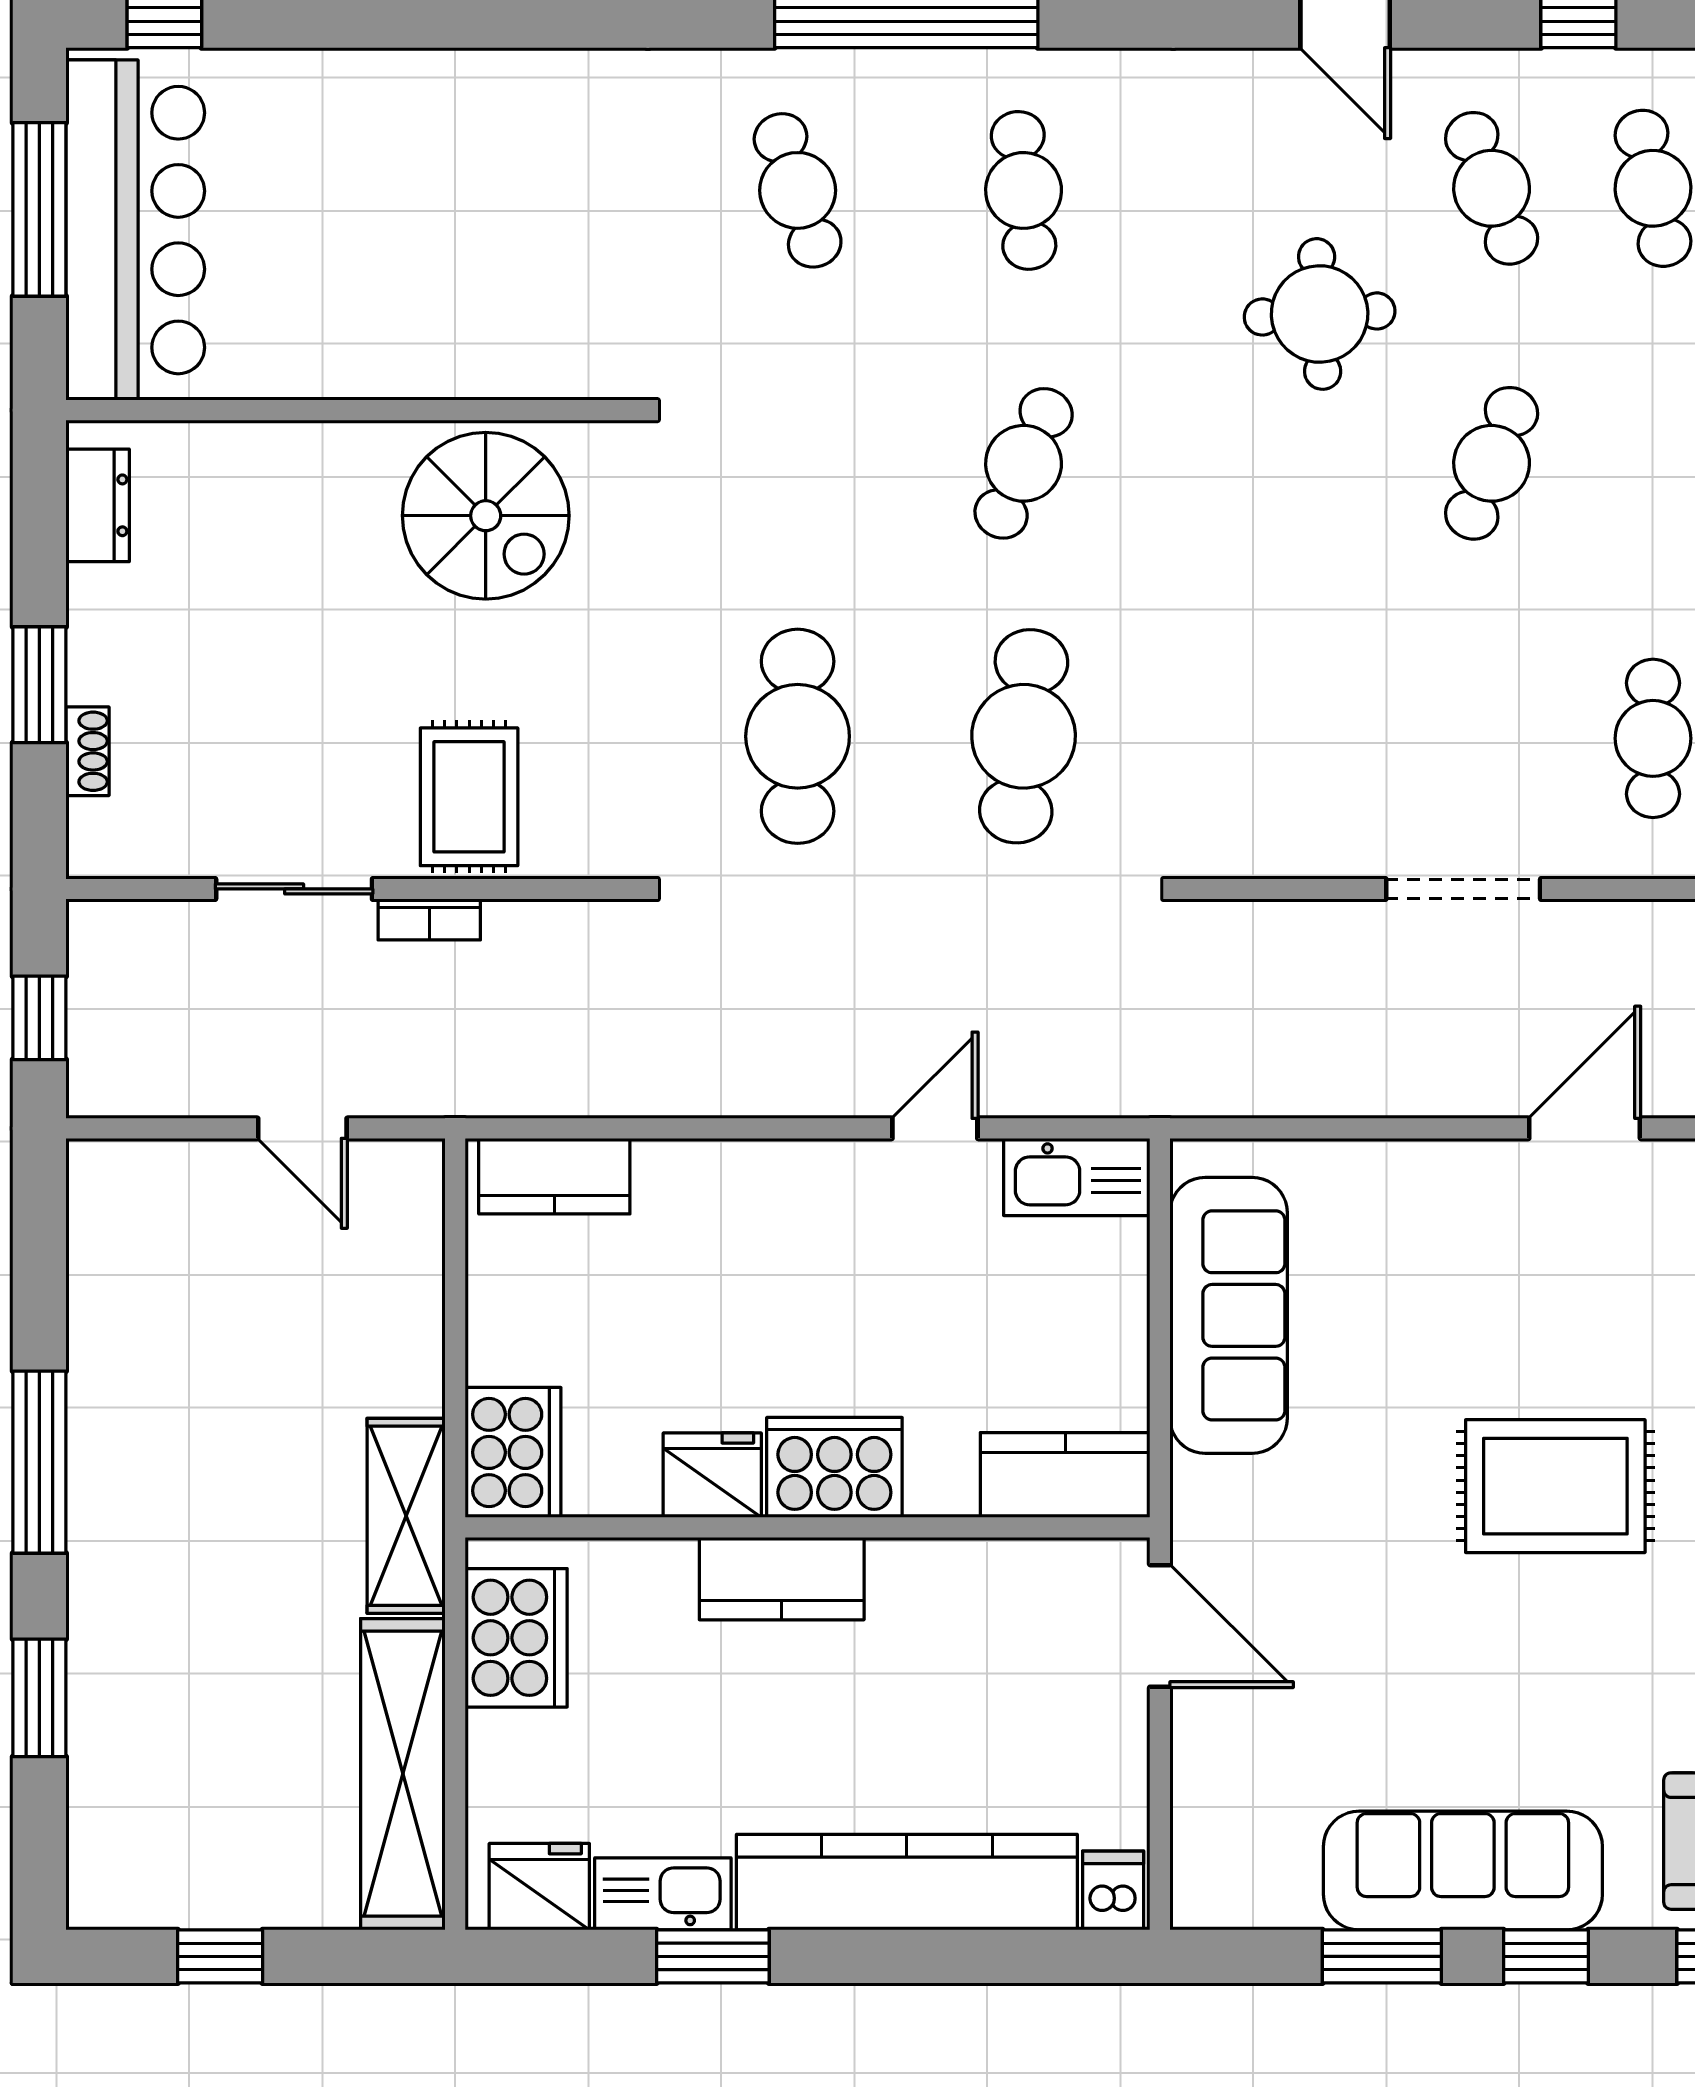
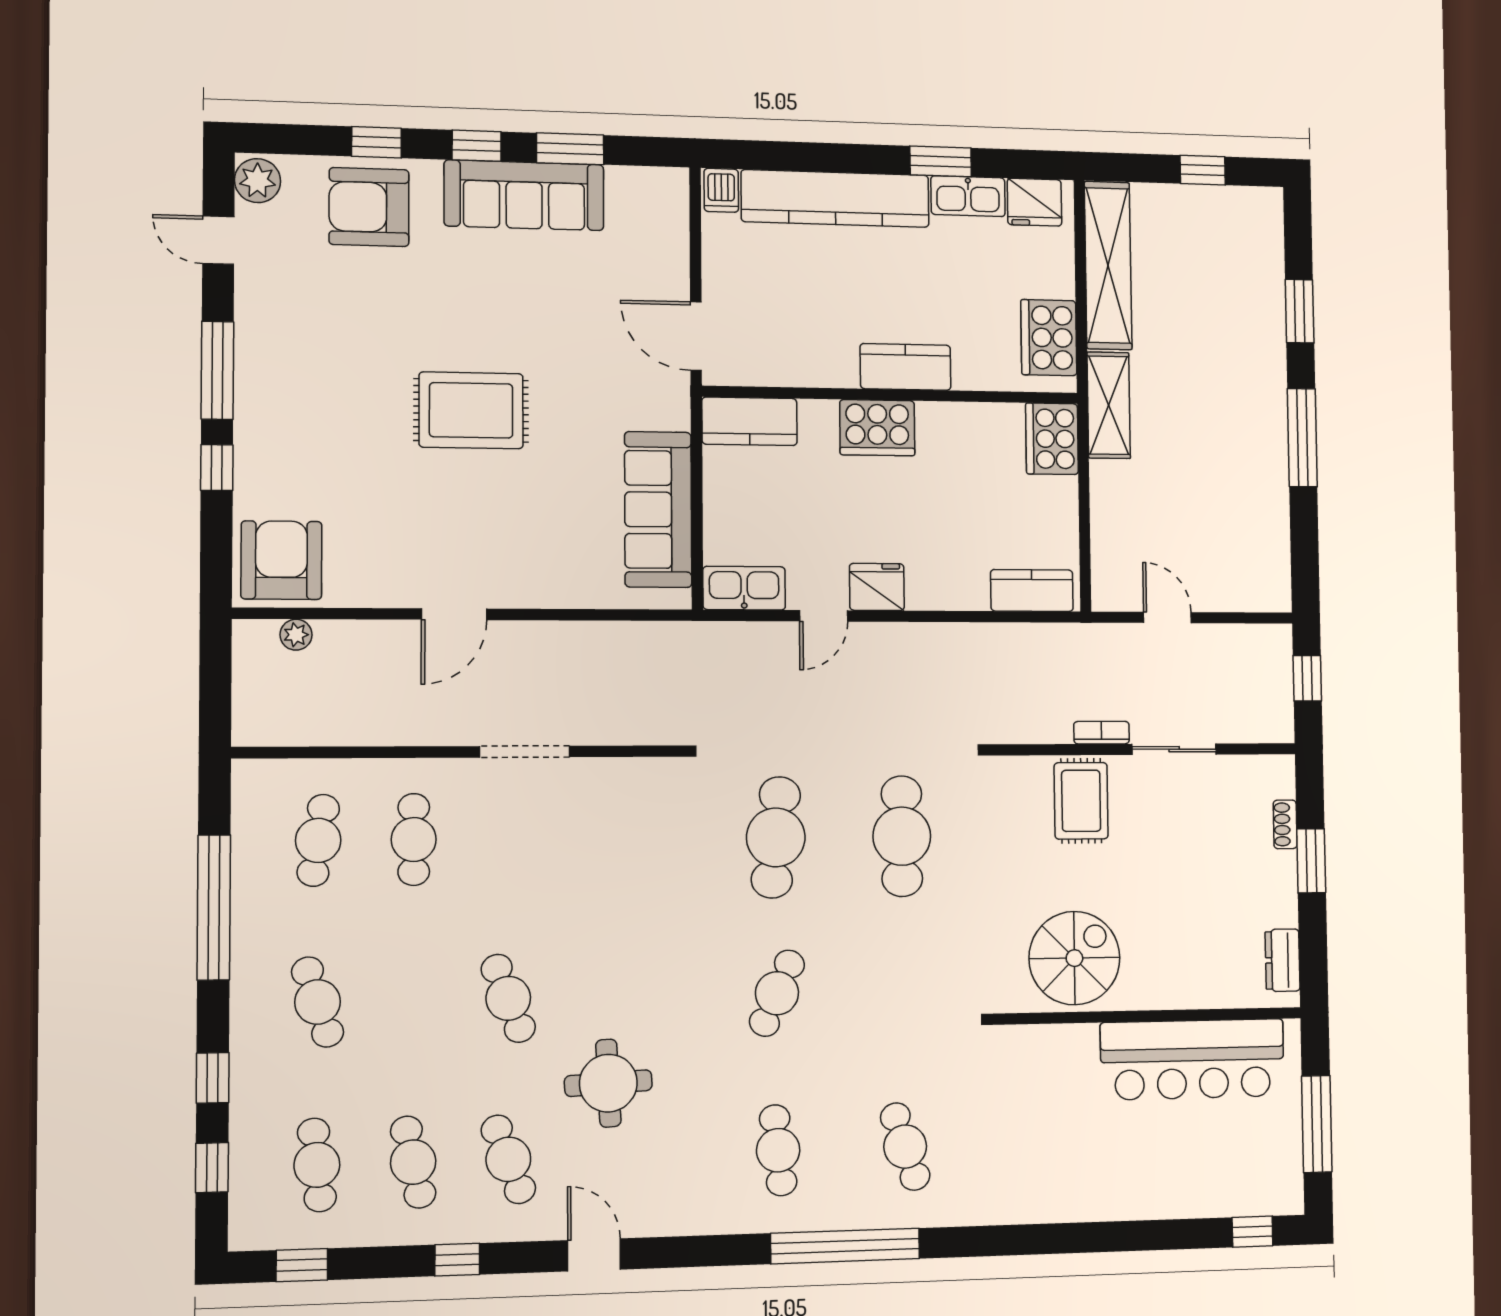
bar counter: (135, 230) -> (1193, 1059), moved, turned -90
cafe table: (1492, 463) -> (508, 998), turned -42
spiral stairs: (486, 516) -> (1074, 958), turned 90
fridge: (712, 1475) -> (877, 587), moved, turned 180

